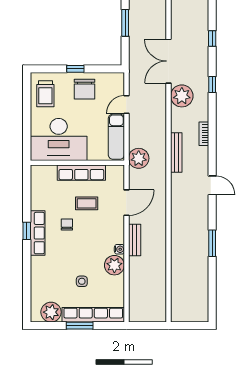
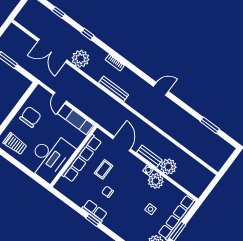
window: (75, 69) -> (13, 113), removed
chair: (85, 89) -> (30, 117), turned -90
plant: (139, 158) -> (168, 167), moved
row of seats: (81, 173) -> (82, 158), width x1.36
door: (212, 185) -> (161, 89), moved
row of seats: (38, 233) -> (95, 211), width x0.68
window: (212, 243) -> (210, 125), moved

